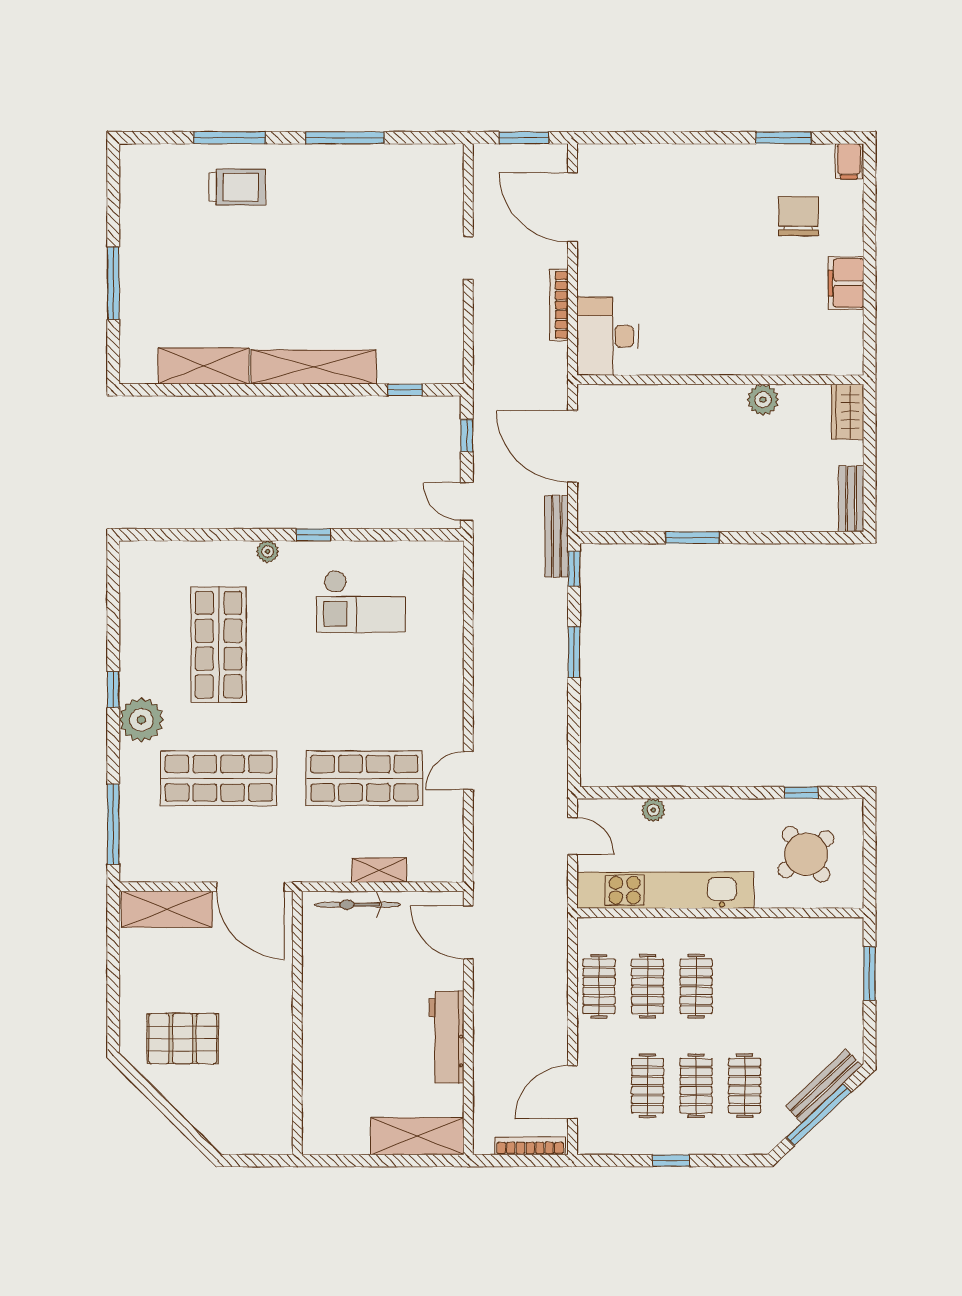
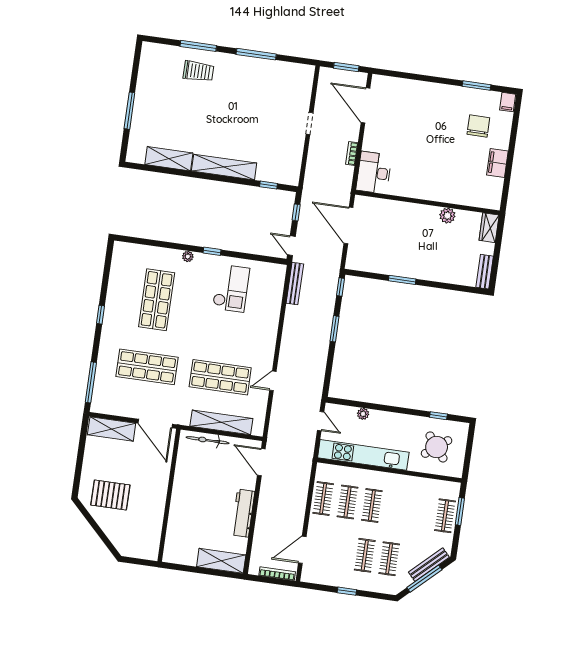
bookcase: (559, 305) -> (352, 153), width x0.64
bench: (557, 536) -> (295, 284), moved
checkout: (361, 601) -> (231, 288), turned -90
plant: (141, 720) -> (112, 332), removed
shelving: (379, 870) -> (221, 422), width x2.20, depth x1.33
clothes rail: (648, 1086) -> (445, 516), moved

